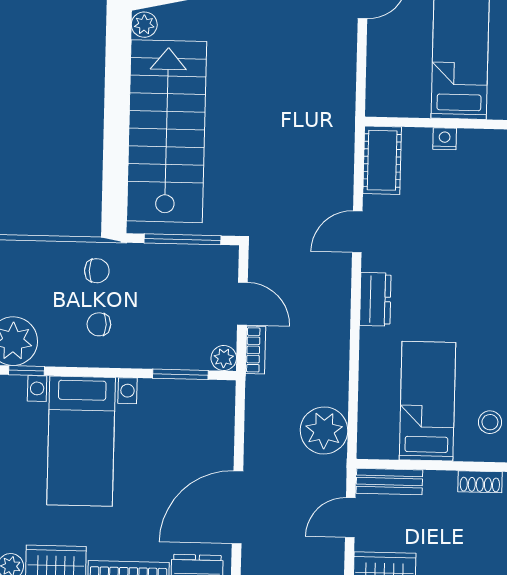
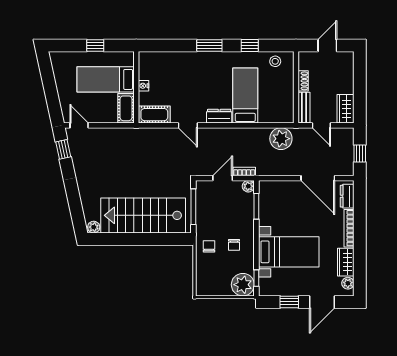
cot: (397, 100) -> (126, 108), added
bed: (427, 401) -> (245, 95), moved, turned 90
shoe rack: (480, 482) -> (303, 81), moved

